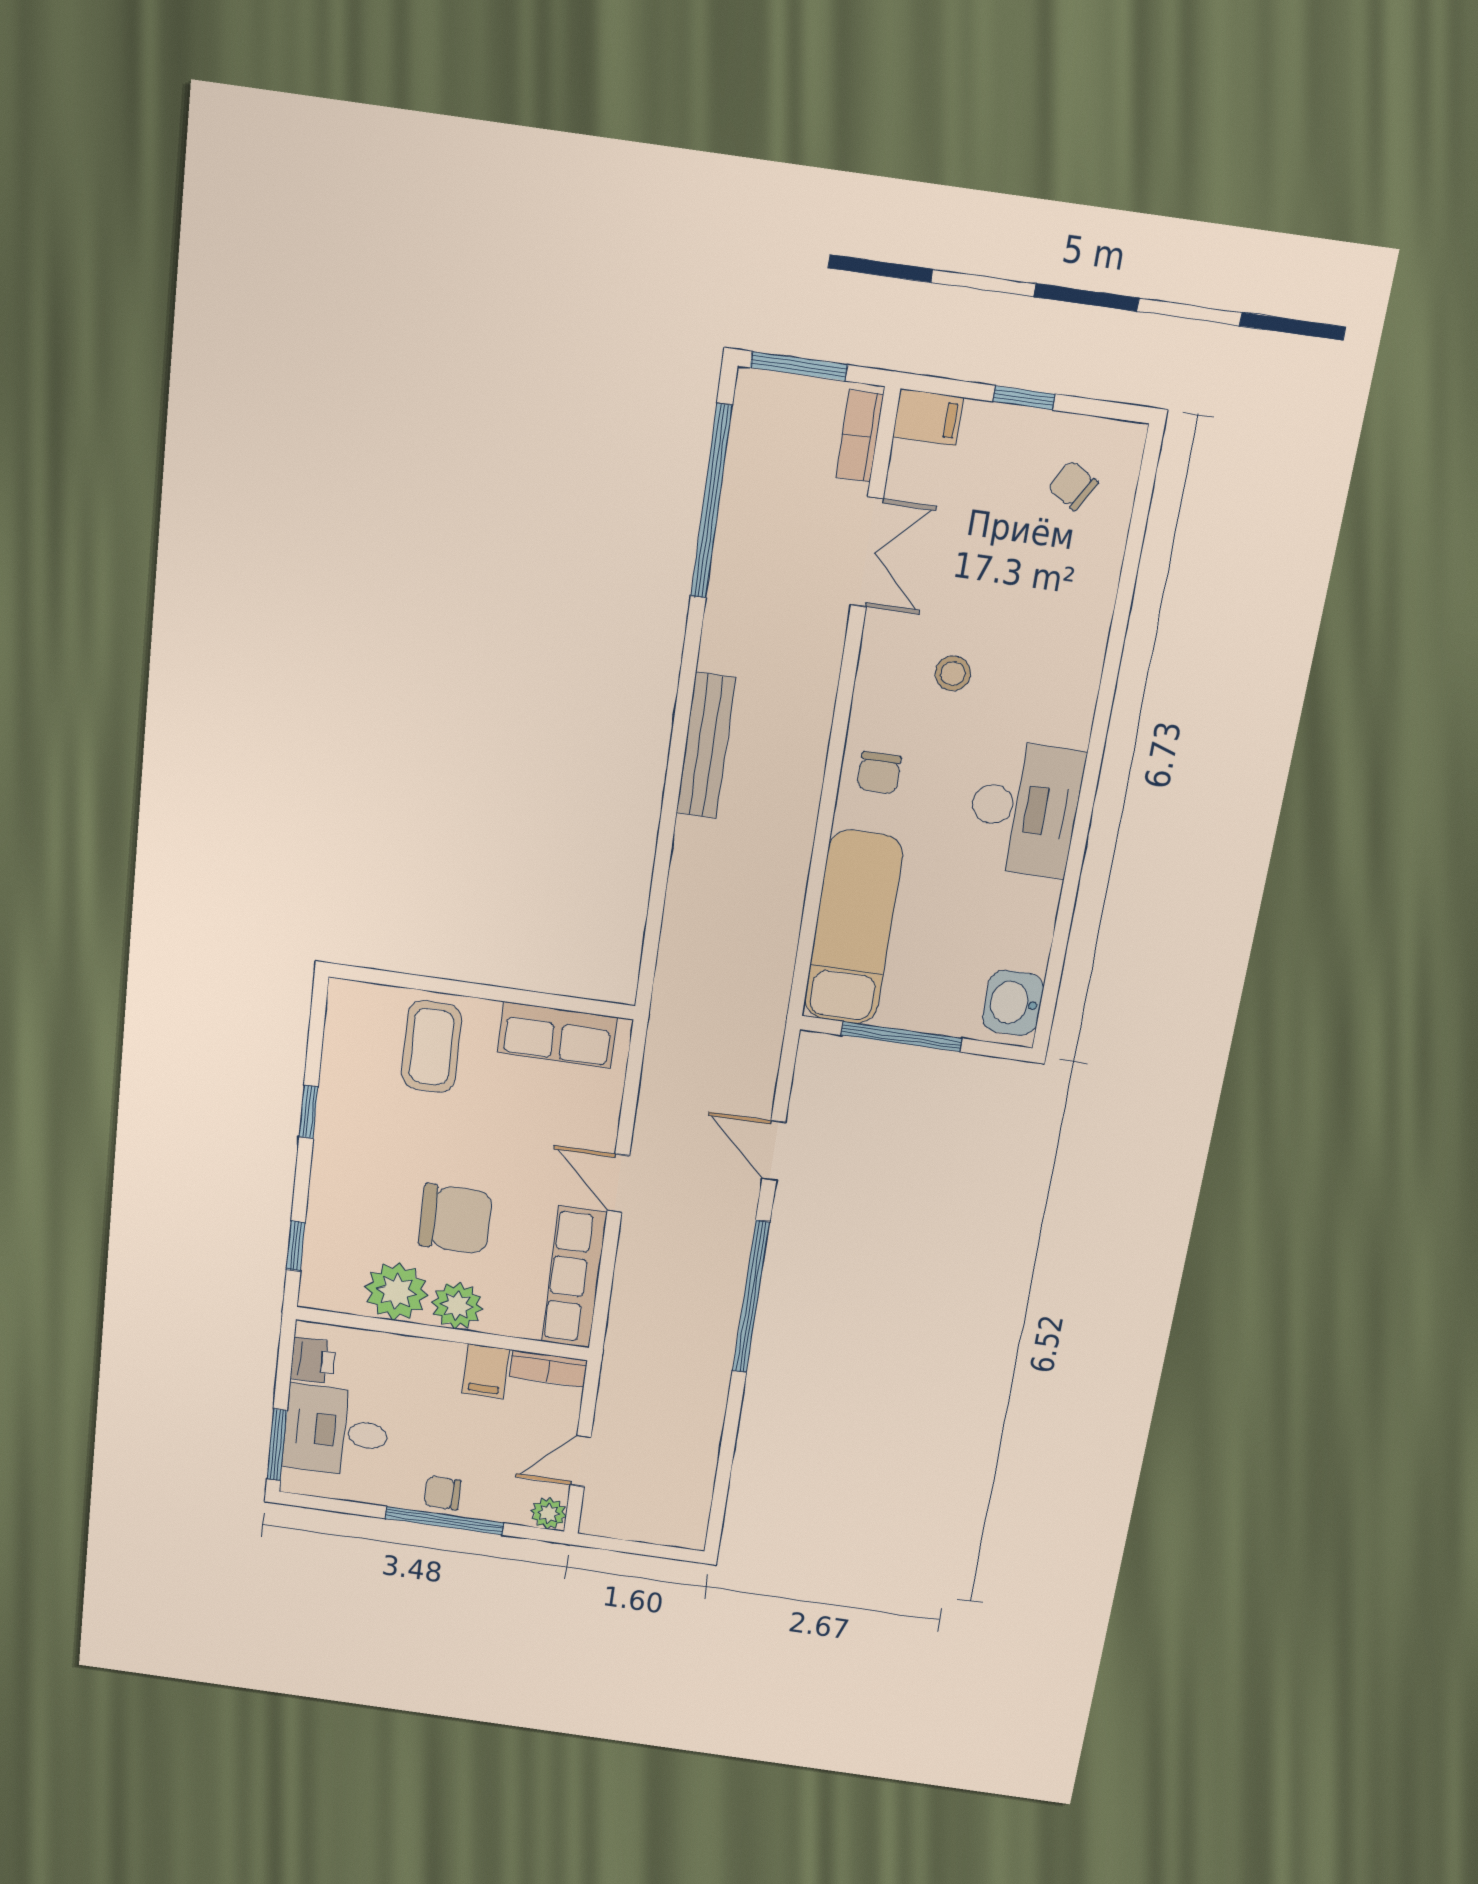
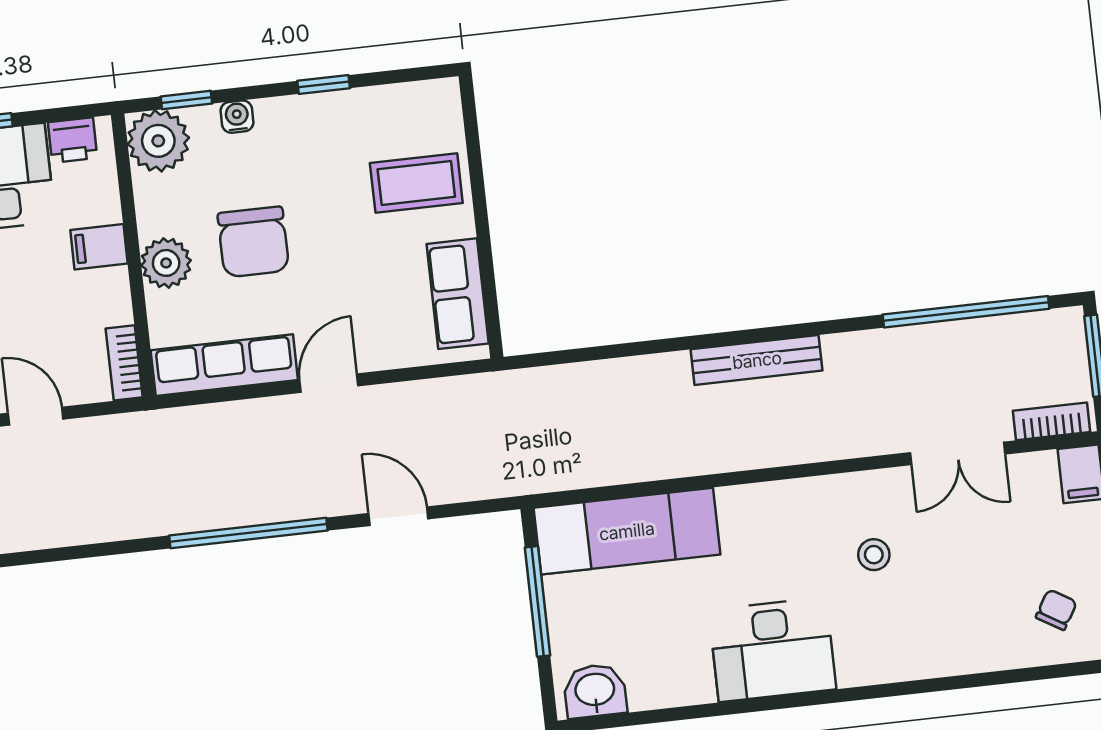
chair: (879, 773) -> (772, 515), removed
door: (774, 1151) -> (398, 516), hinge flipped
water cooler: (323, 1203) -> (237, 117), added
plant: (396, 1291) -> (158, 141), moved
filing cabinet: (486, 1371) -> (99, 247), moved

